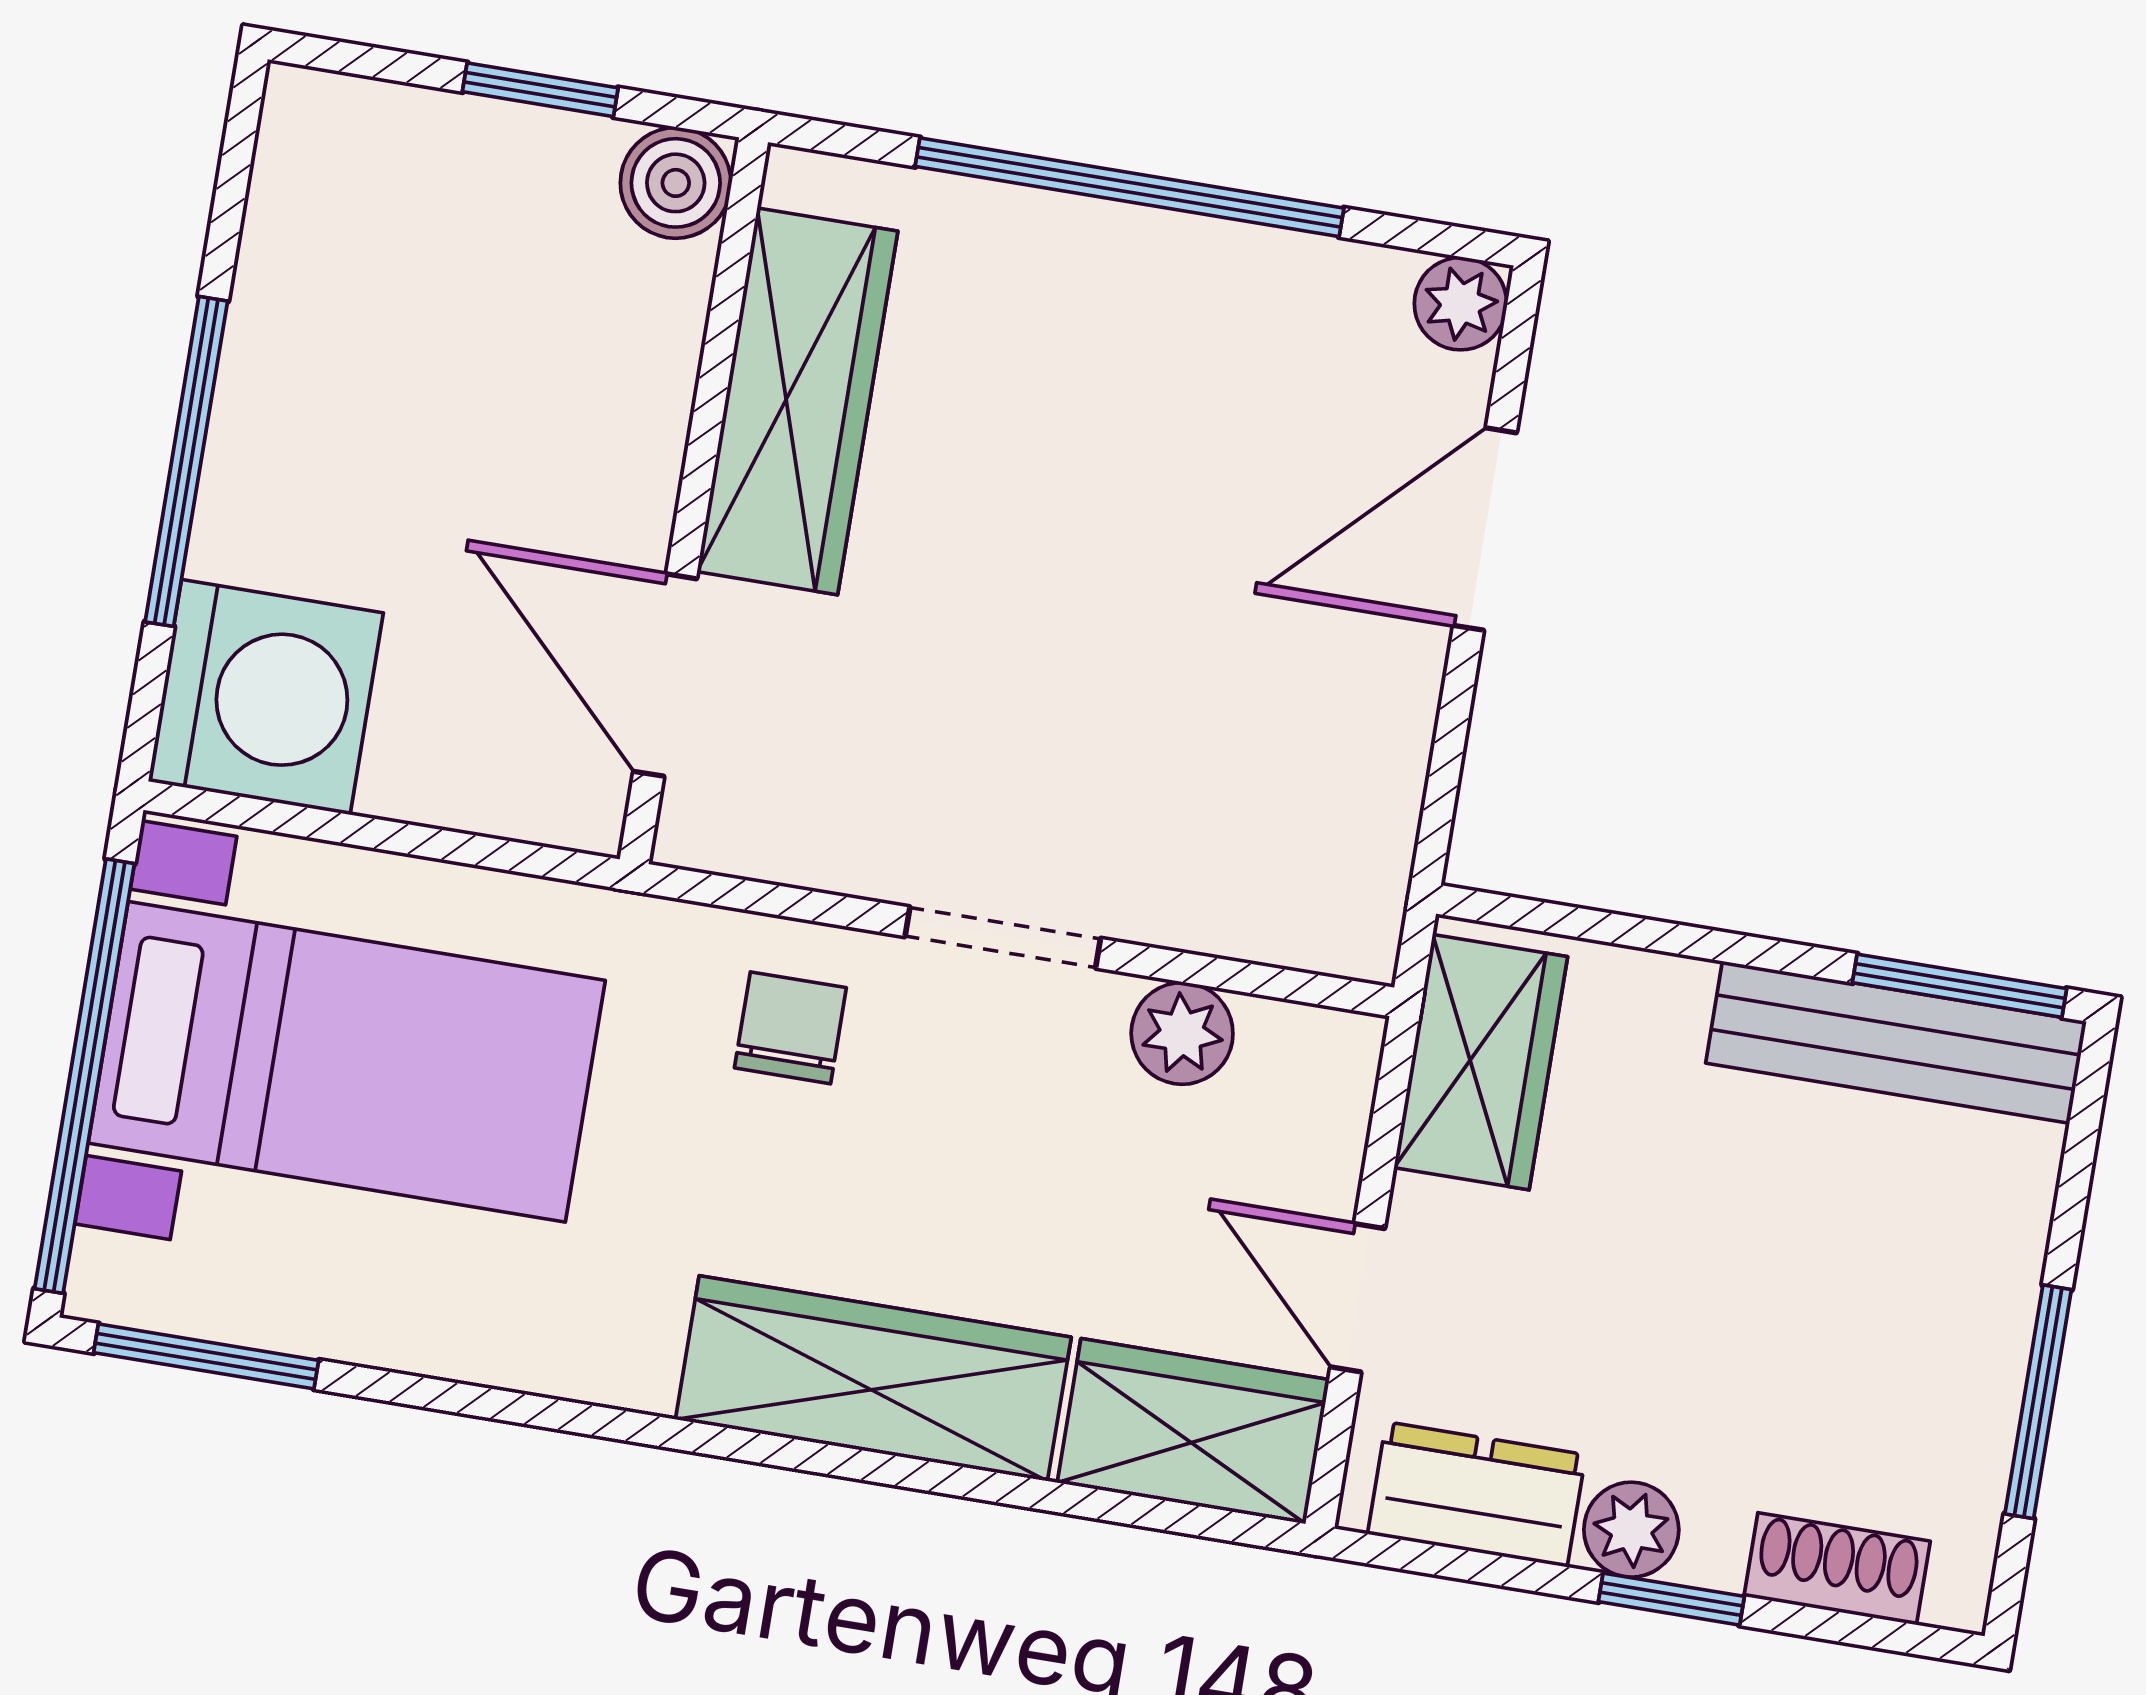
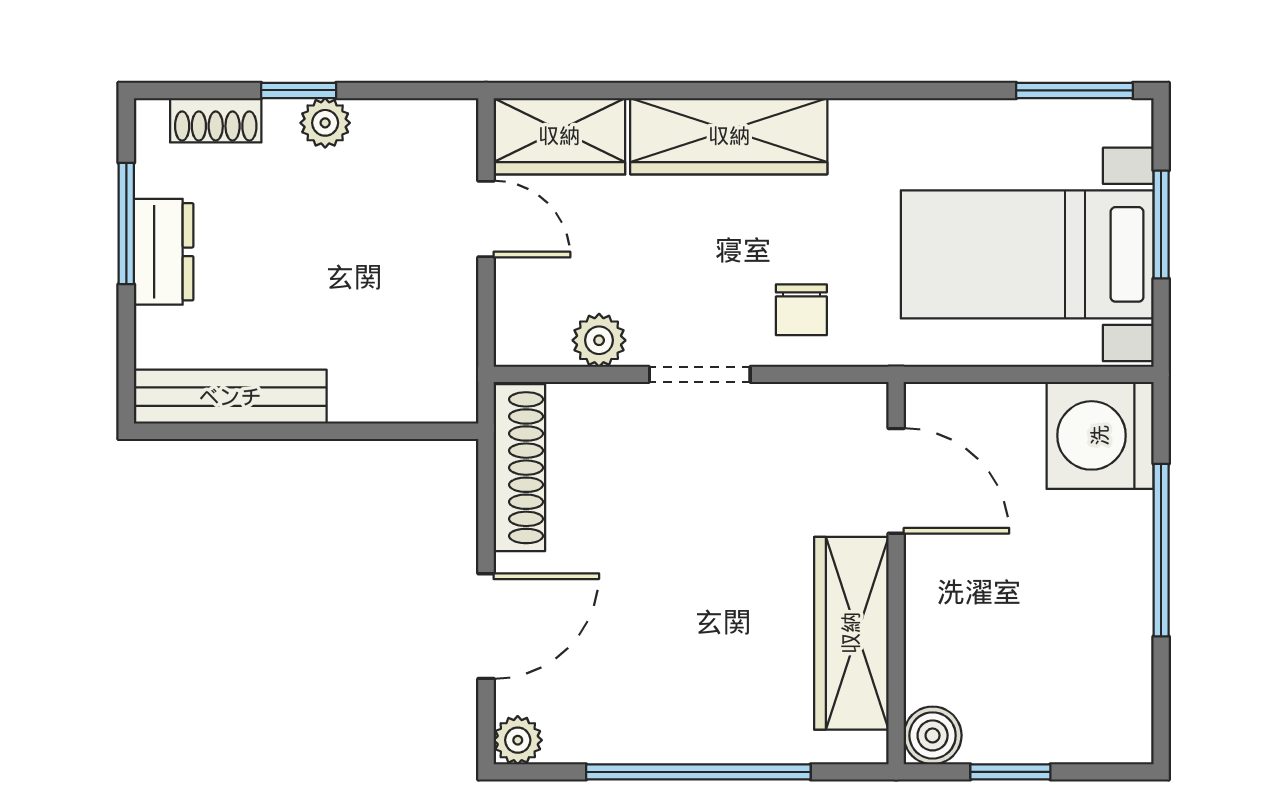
shoe rack: (1372, 818) -> (519, 468), added
window: (1959, 986) -> (202, 431), removed
wardrobe: (1481, 1062) -> (443, 351), removed
window: (85, 1076) -> (1161, 225), width x0.47
dresser: (1477, 1494) -> (164, 252), moved, turned -90

